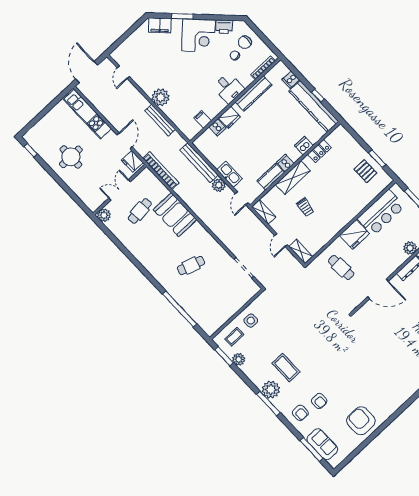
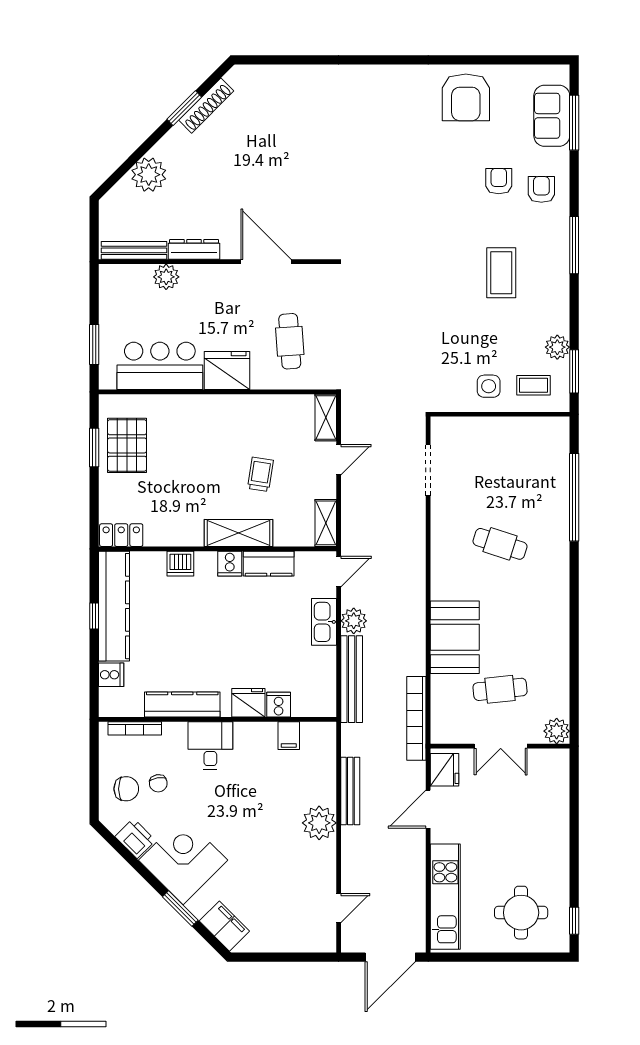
locker: (319, 151) -> (121, 535), moved
round table: (71, 157) -> (521, 913), moved
pallet: (365, 171) -> (127, 445), width x1.50, depth x1.42
plant: (271, 390) -> (552, 262), removed

